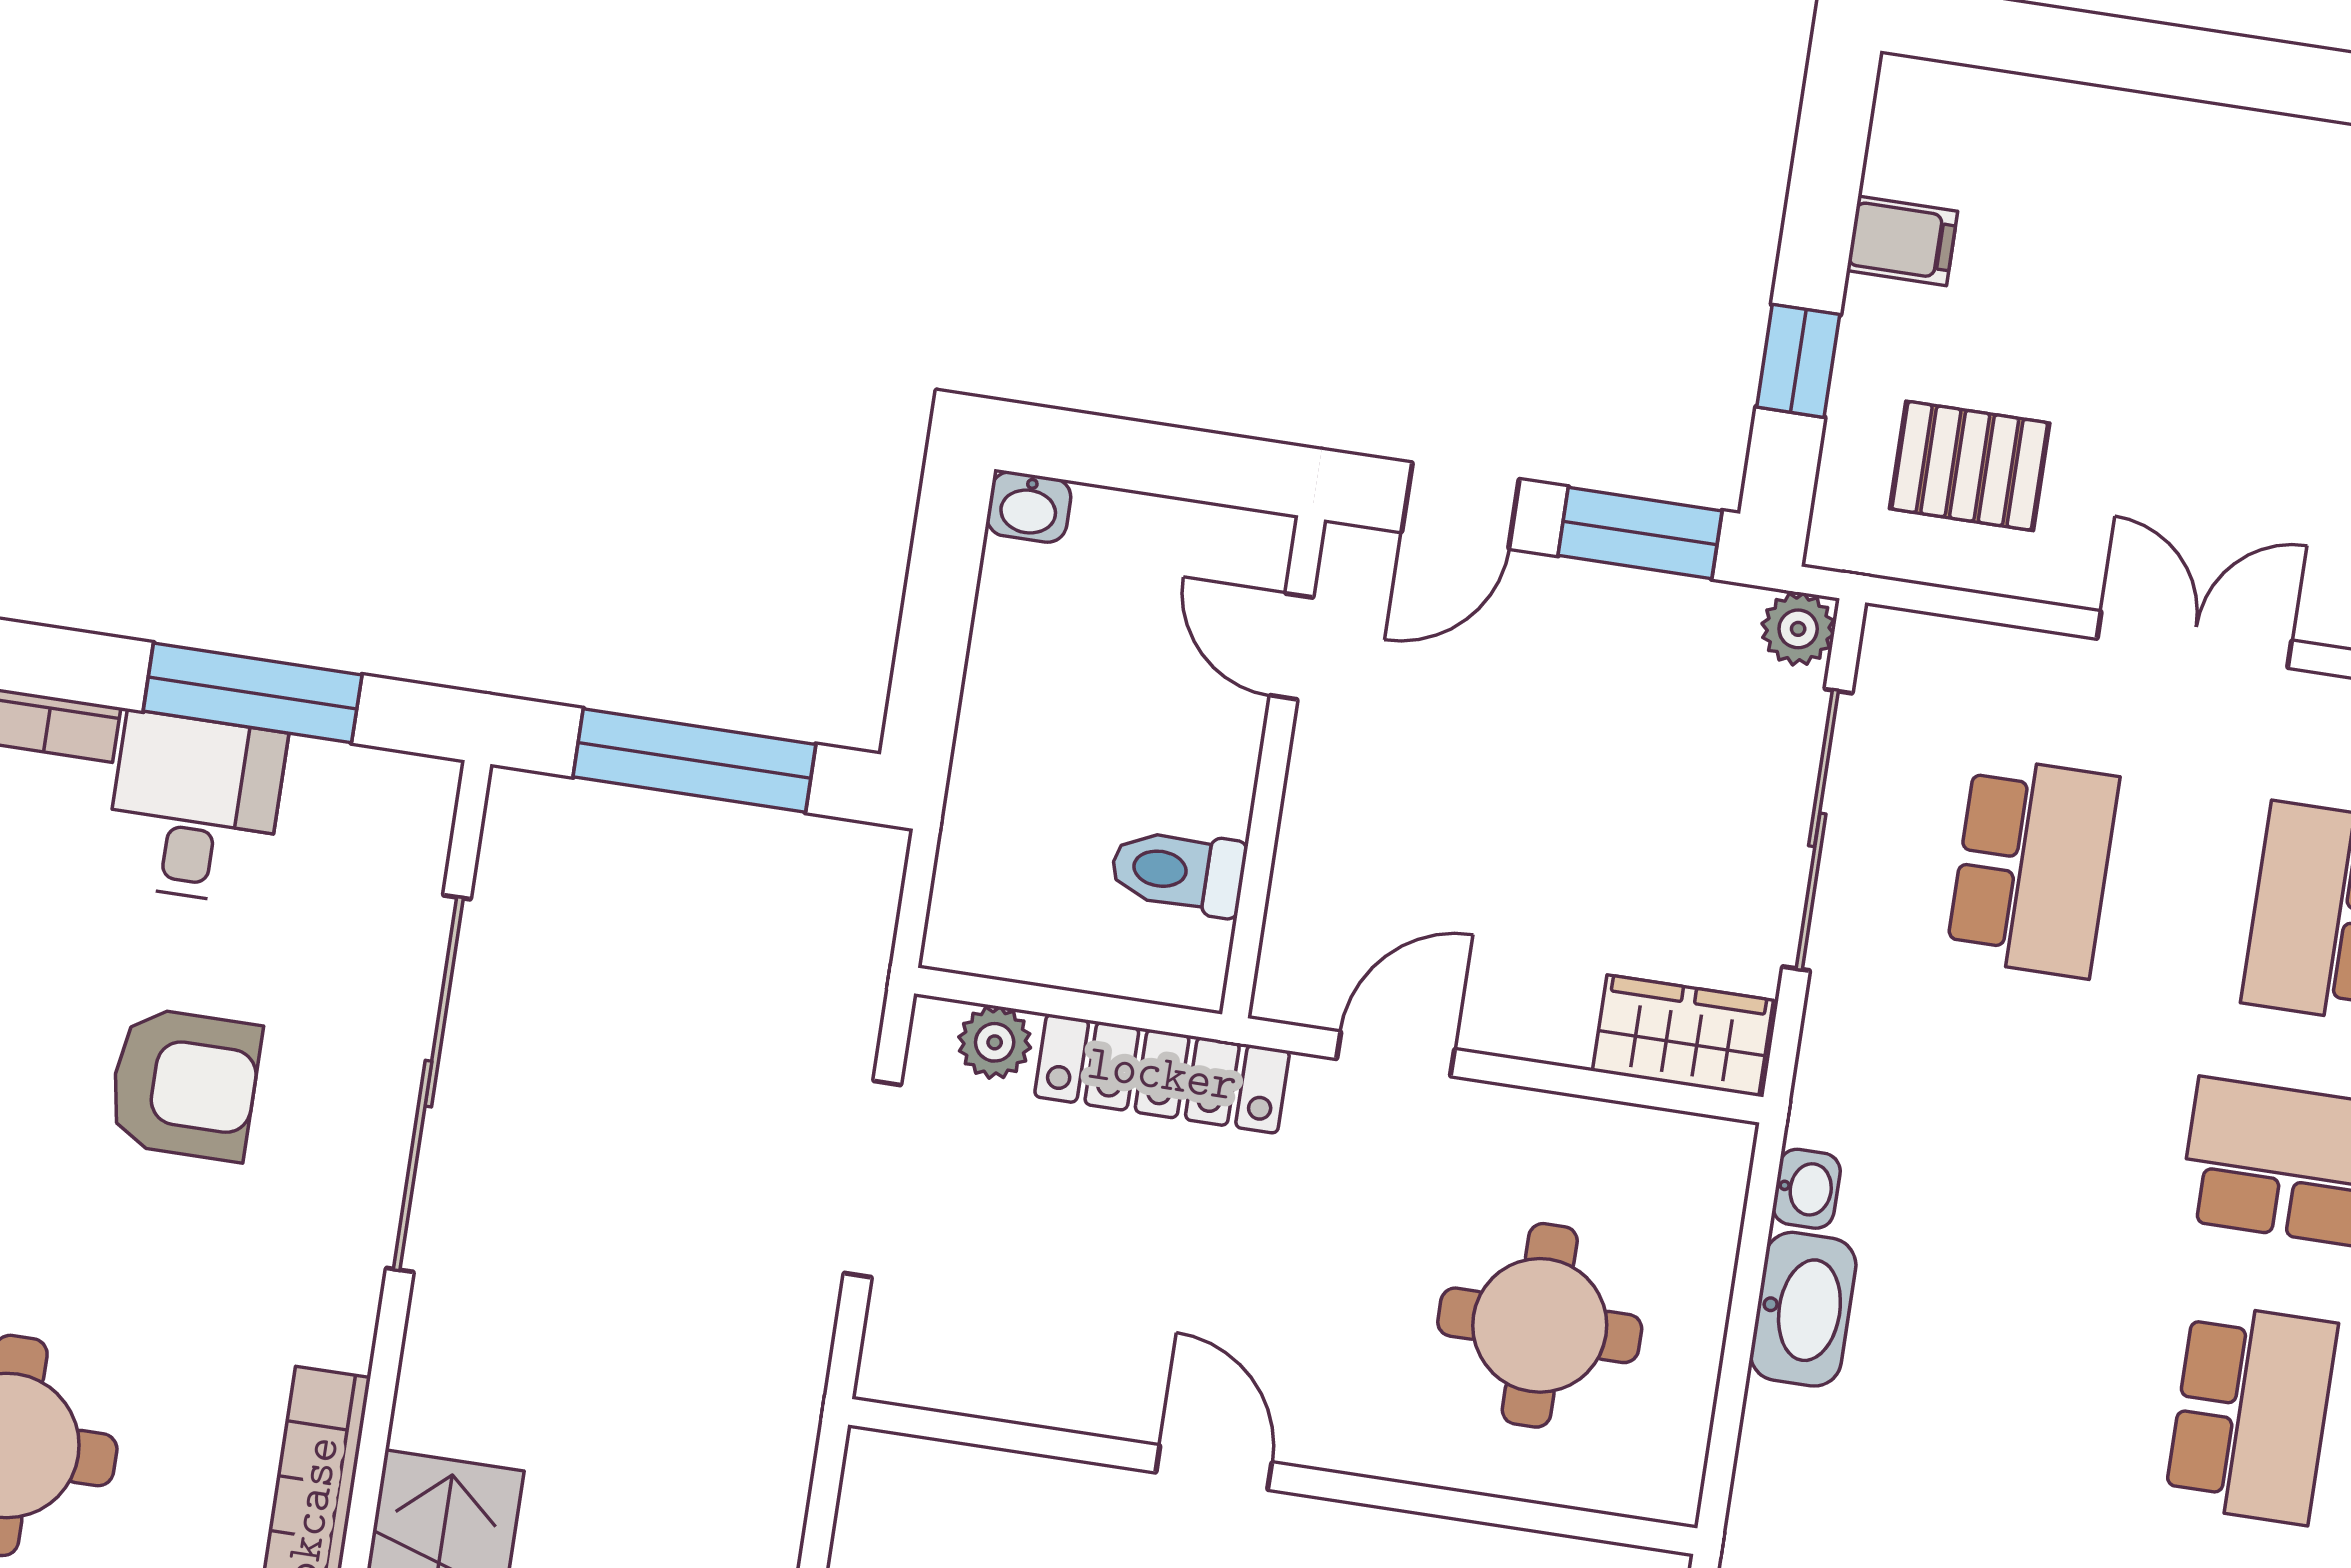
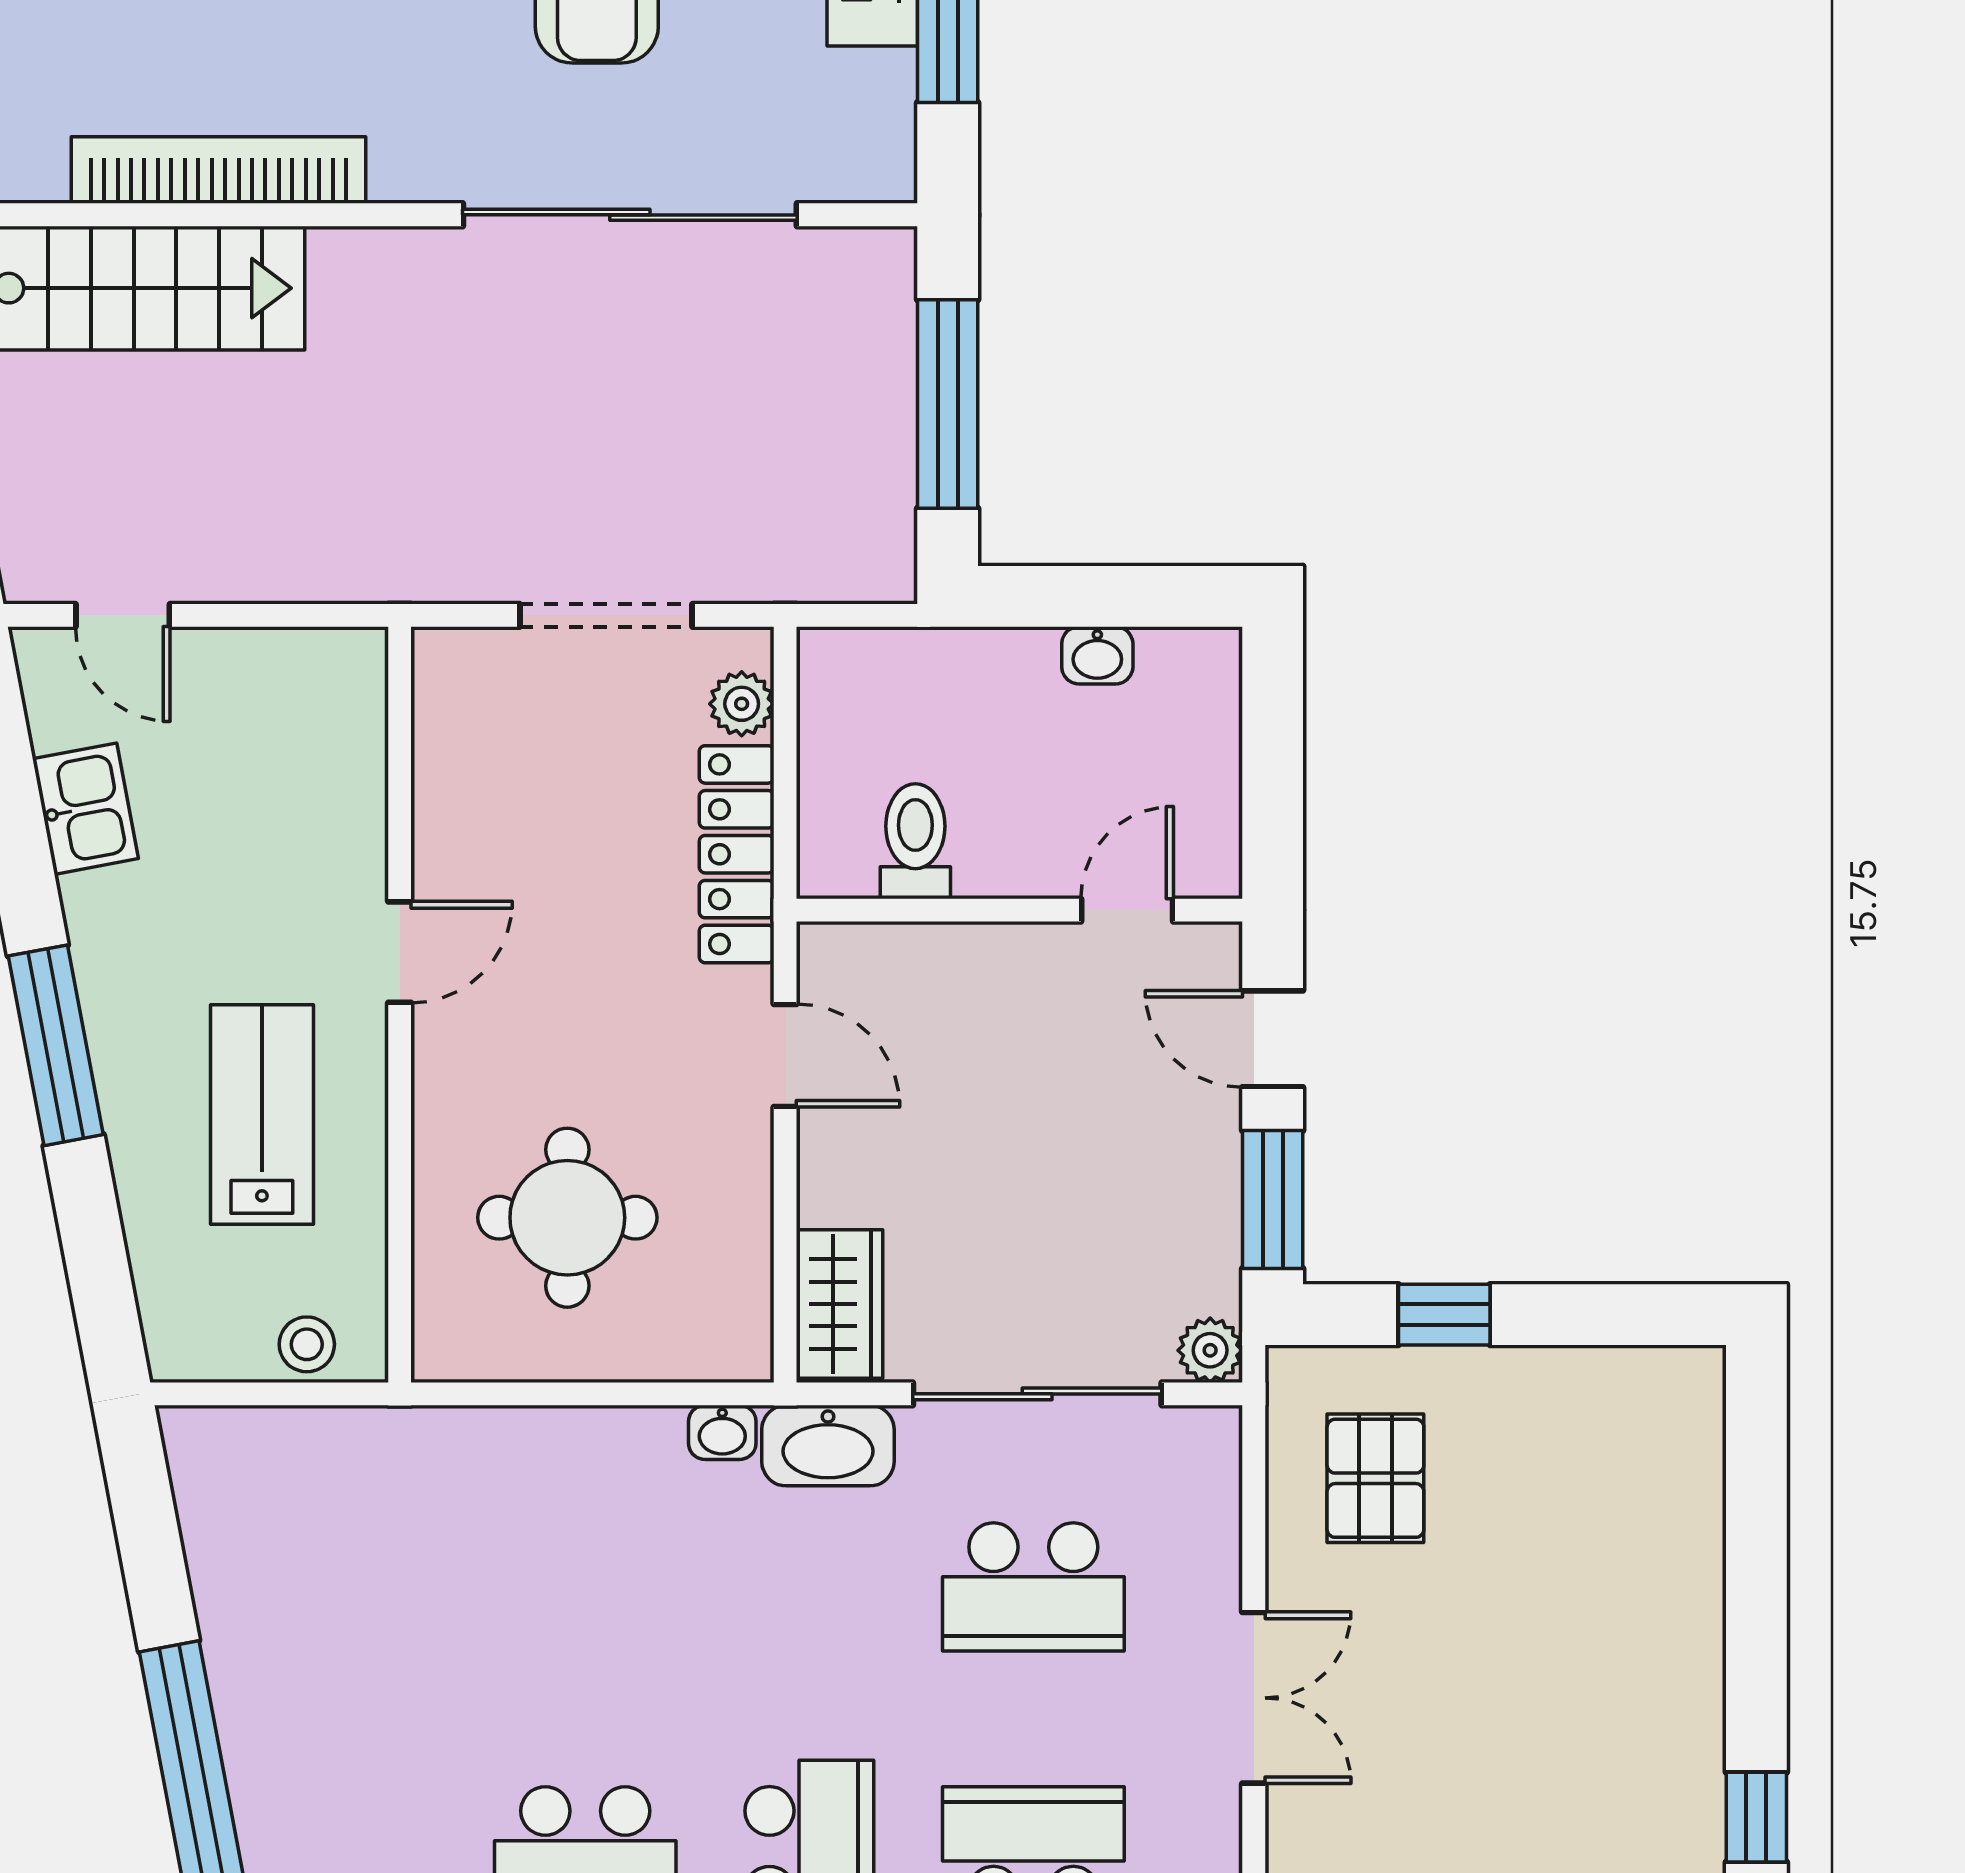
filing cabinet: (1902, 241) -> (1563, 1389), removed
washbasin: (1029, 507) -> (1097, 655), moved, turned -90
washbasin: (1803, 1309) -> (828, 1446), moved

